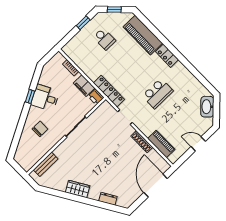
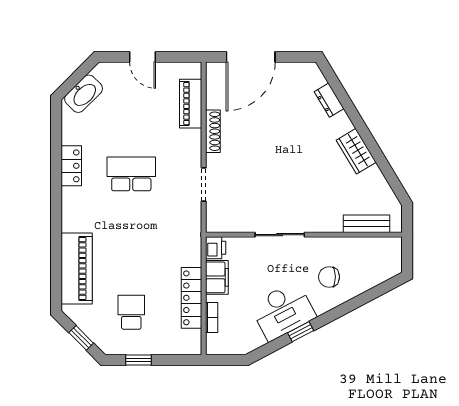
locker: (167, 56) -> (71, 166), moved
locker: (109, 91) -> (191, 298), moved
desk: (45, 98) -> (283, 311), width x1.37

